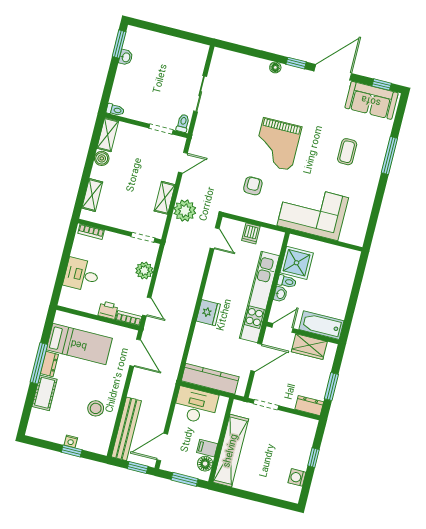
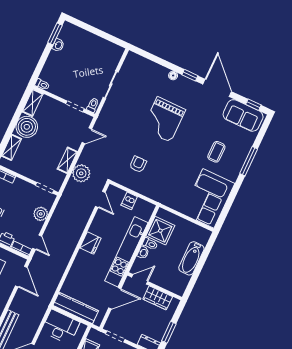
door: (333, 72) -> (217, 88), hinge flipped
grand piano: (277, 144) -> (164, 119), moved
boiler: (102, 158) -> (27, 127), width x1.86, depth x1.86
corner sofa: (313, 212) -> (208, 198), moved, turned -90
fridge: (208, 313) -> (90, 243), moved
bathtub: (321, 325) -> (191, 258), moved, turned -90

